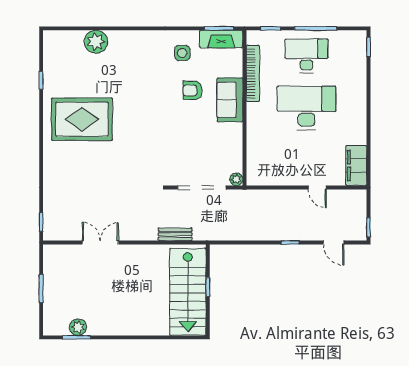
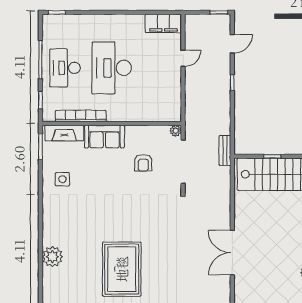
fireplace: (221, 39) -> (64, 133), moved, turned 90
armchair: (192, 90) -> (143, 163), moved
bench: (175, 234) -> (225, 151), moved
double door: (100, 243) -> (232, 253), width x1.37

